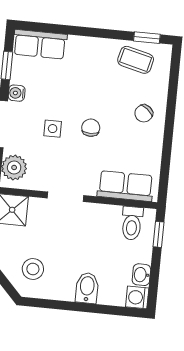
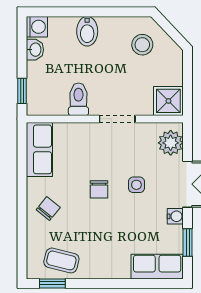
row of seats: (125, 186) -> (39, 149), moved, turned -90
toilet: (132, 223) -> (78, 99), moved

